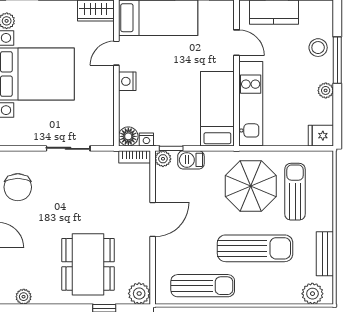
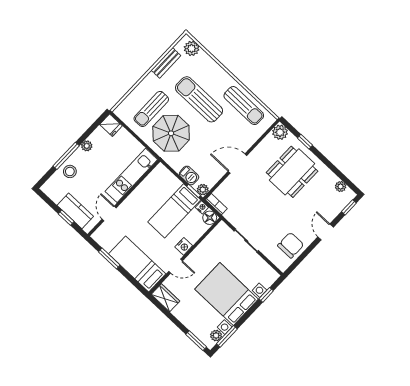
bed: (217, 109) -> (174, 211), moved
sun lounger: (203, 286) -> (244, 106), turned 180

